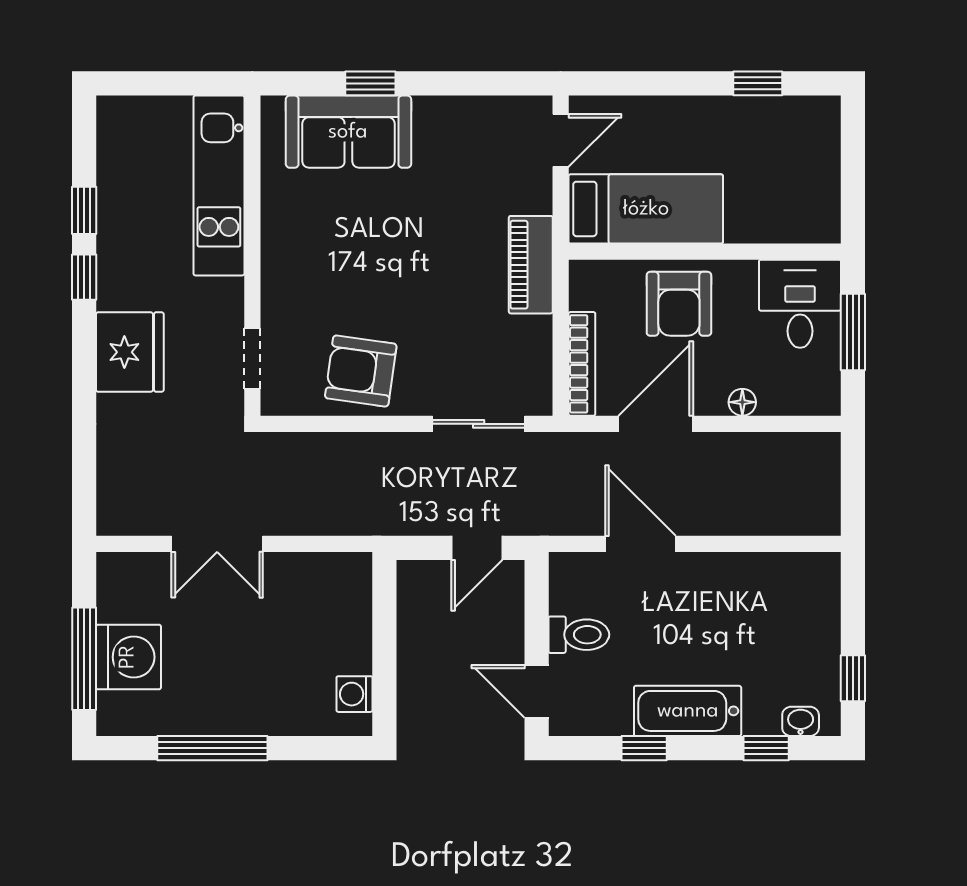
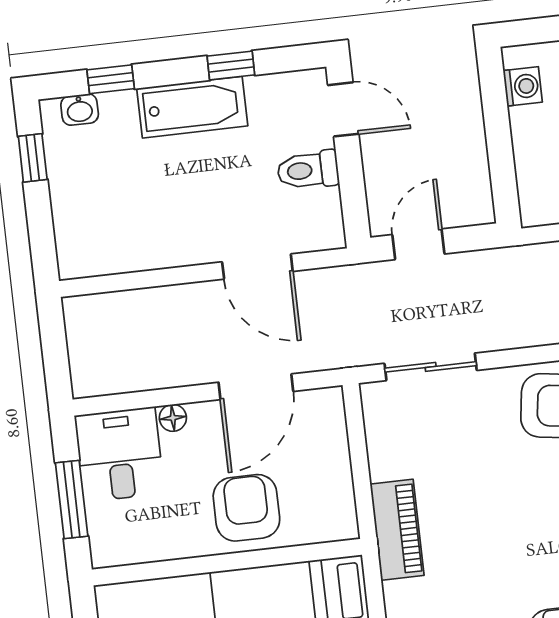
desk: (800, 304) -> (119, 454), moved, turned 180
bookcase: (582, 364) -> (335, 438), removed

